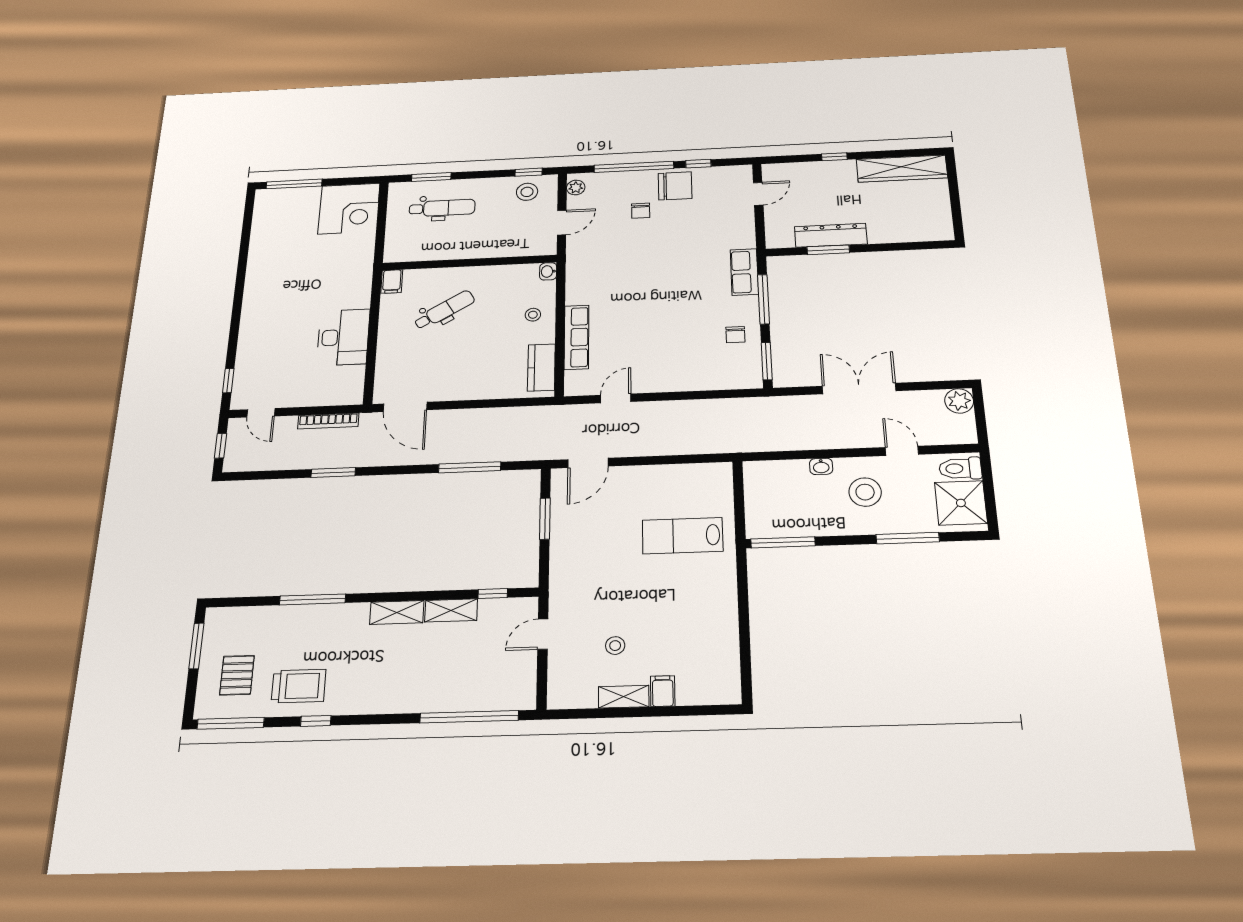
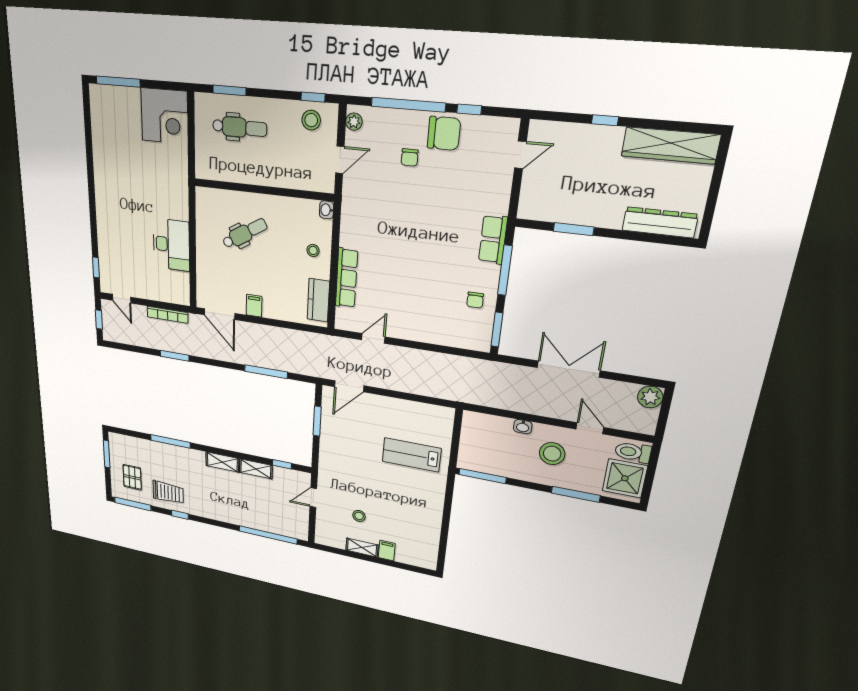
dresser: (831, 235) -> (660, 222), moved
filing cabinet: (392, 281) -> (254, 306), moved, turned 180

